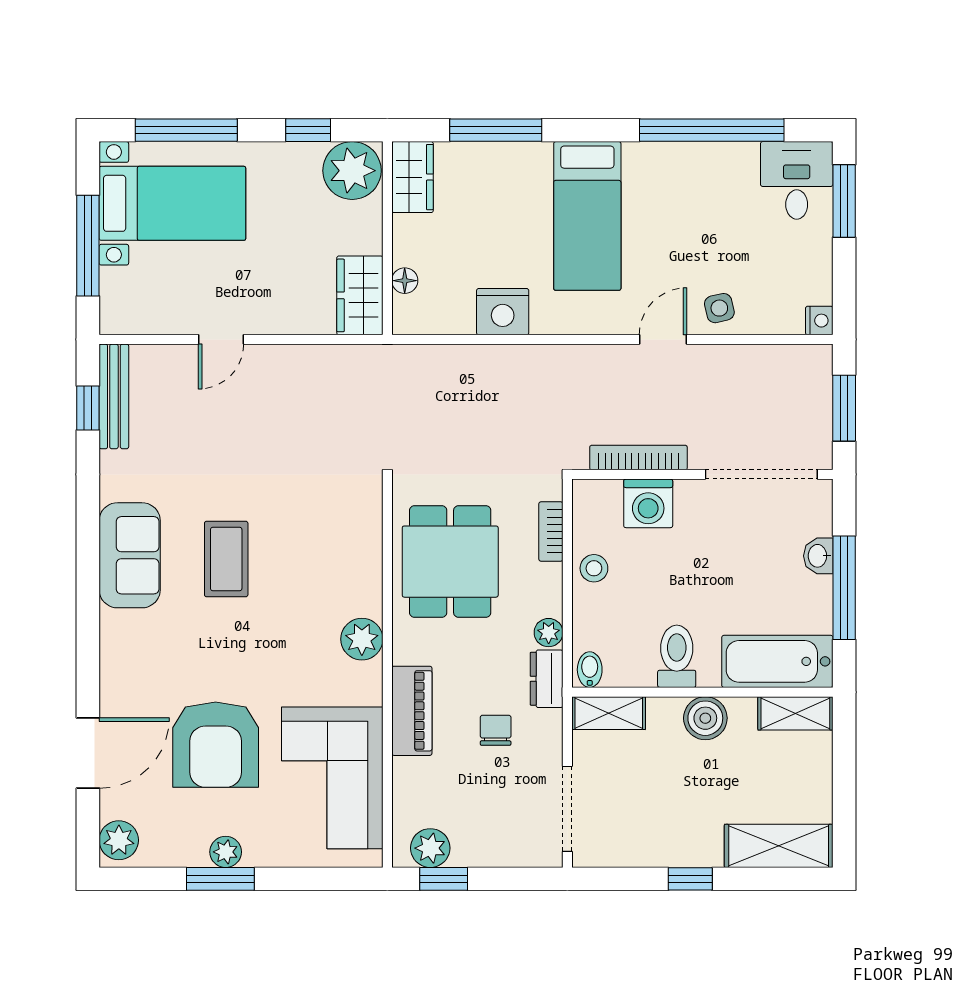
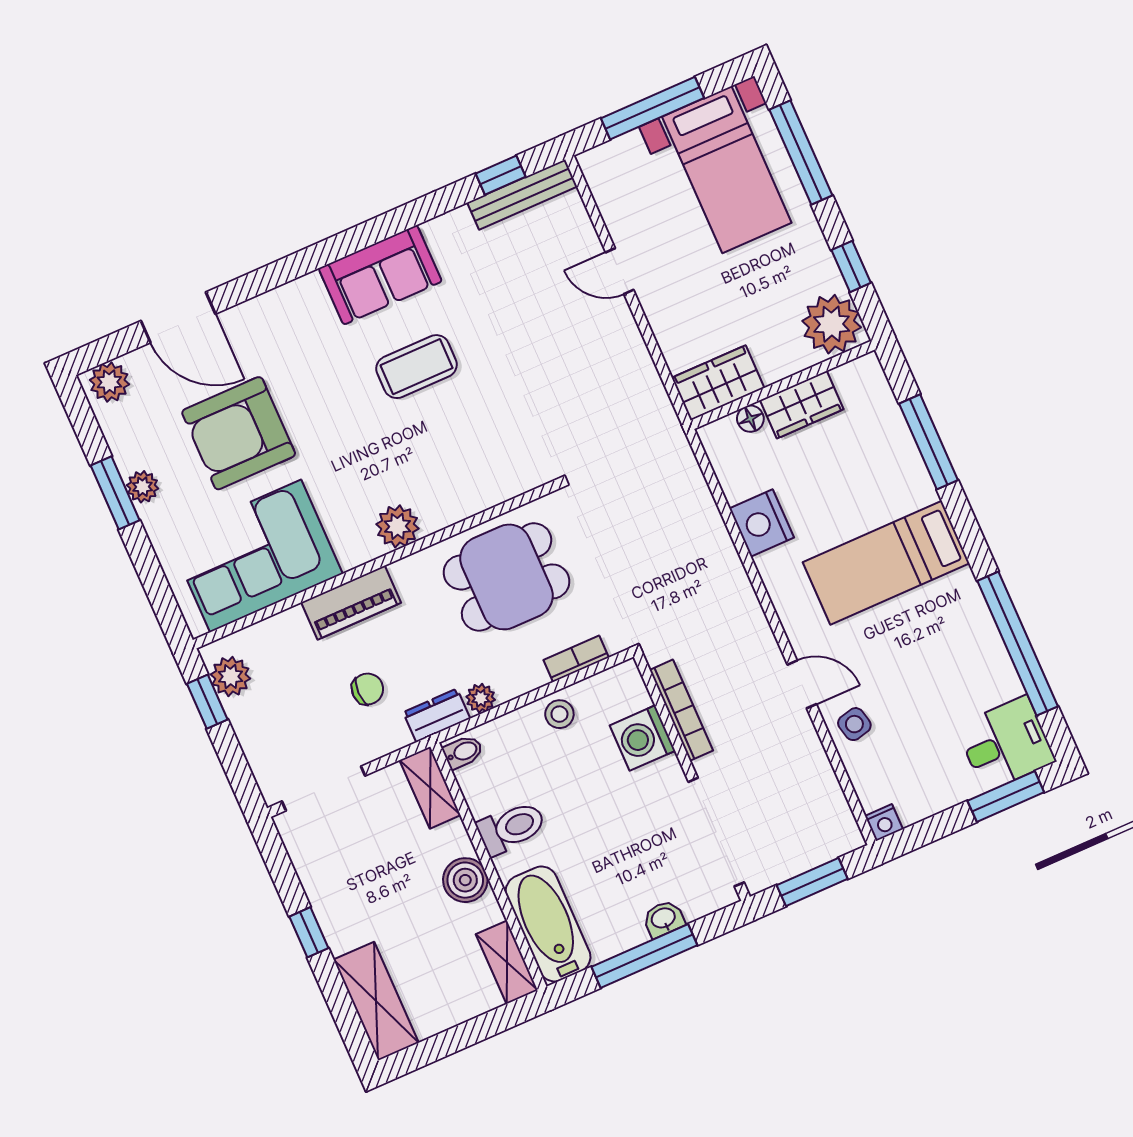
wardrobe: (412, 177) -> (802, 405), moved

